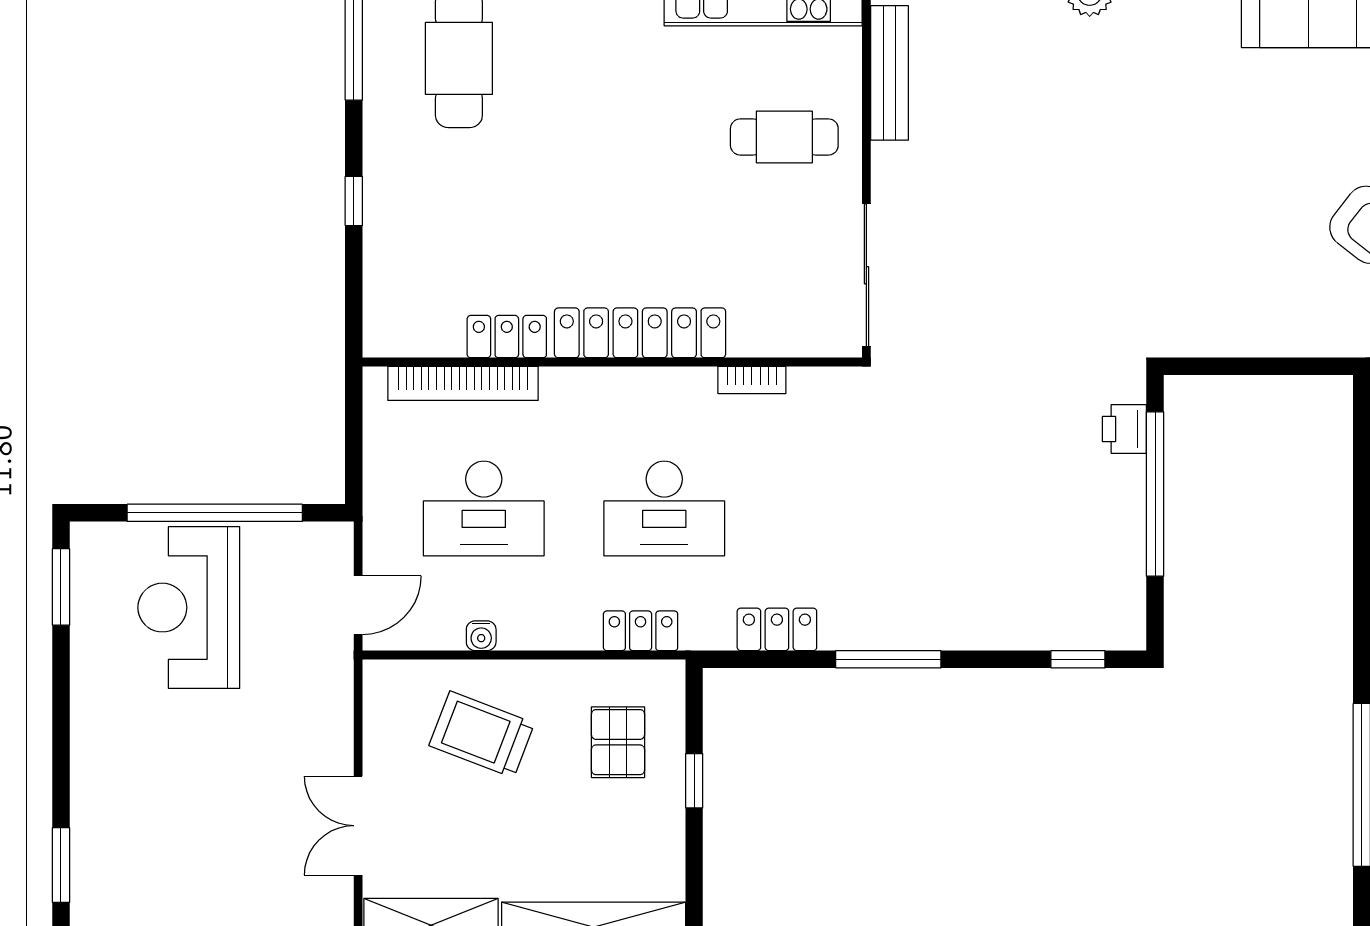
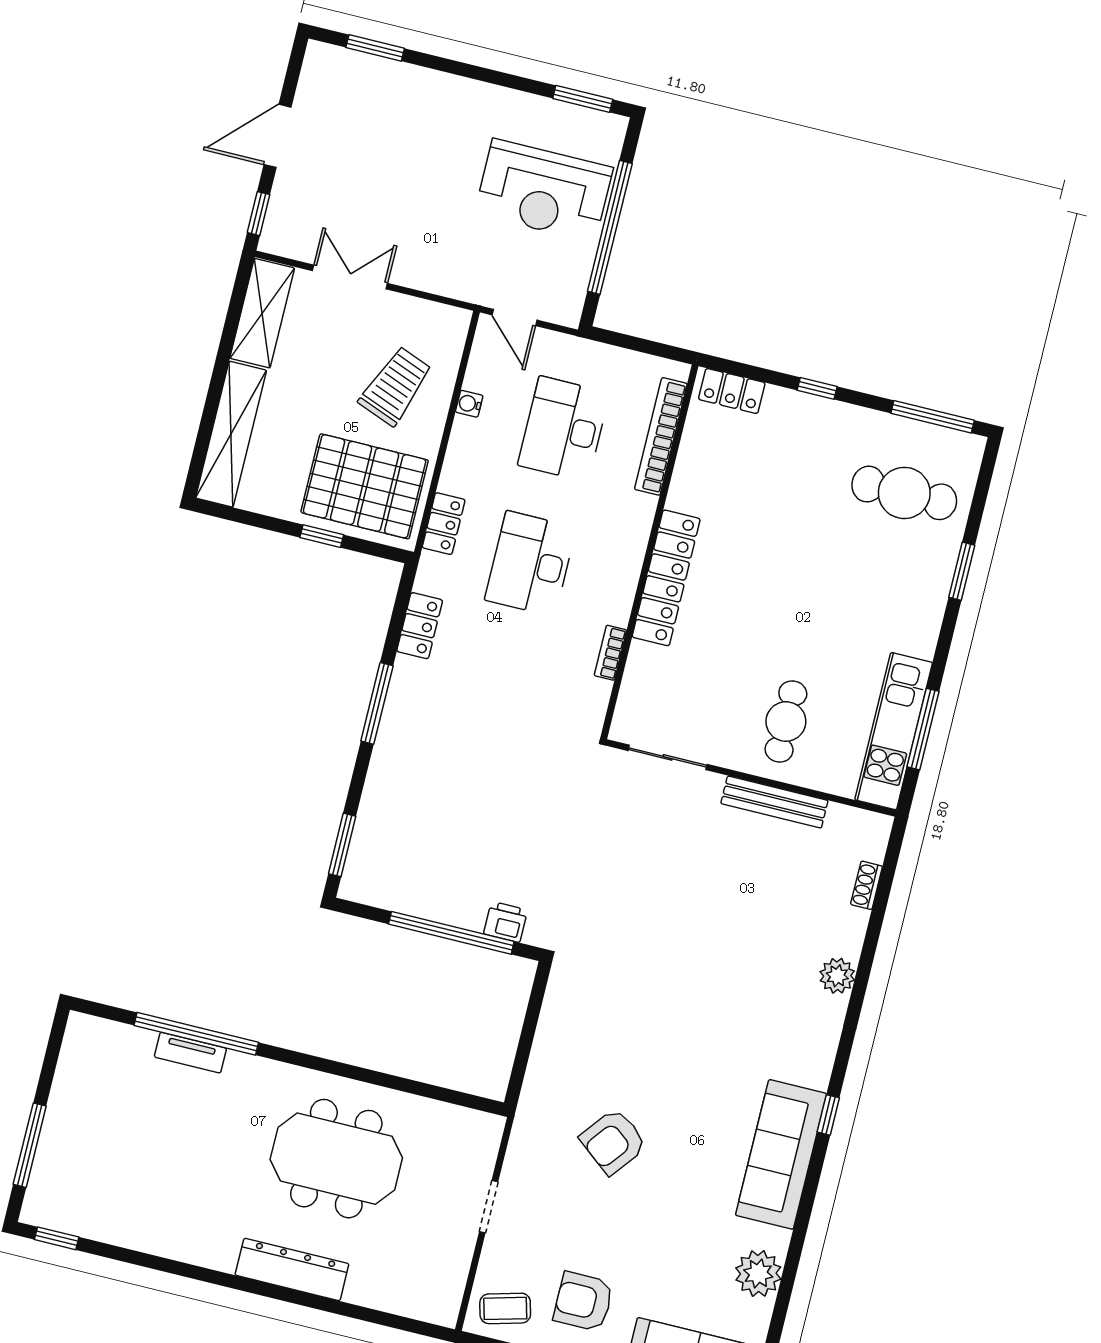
bench: (890, 73) -> (774, 802), moved
sliding door: (866, 275) -> (668, 757), width x0.73
locker: (507, 337) -> (732, 391), moved, turned 90
reception desk: (189, 608) -> (544, 191), turned 180
window: (1078, 659) -> (342, 845), width x1.50
pallet: (618, 742) -> (365, 486), width x2.05, depth x2.00

